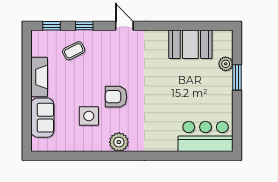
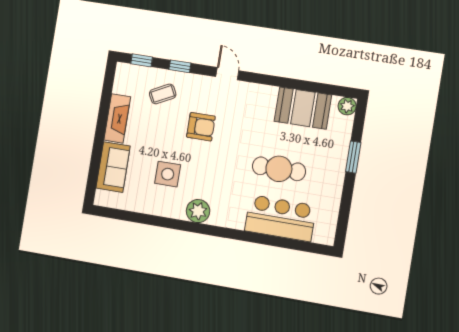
plant: (226, 64) -> (347, 106), moved
armchair: (116, 97) -> (201, 127), moved, turned 180
cafe table: (179, 97) -> (279, 169), added
bar counter: (206, 136) -> (280, 218), moved

